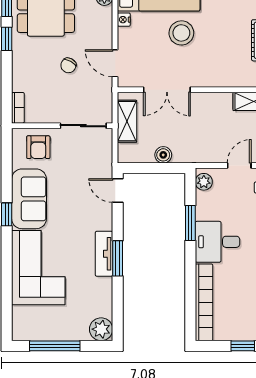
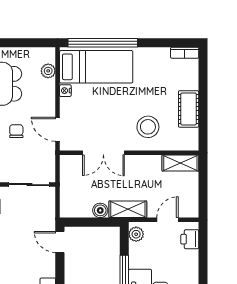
stool: (181, 33) -> (148, 127), moved
chair: (68, 65) -> (16, 131), turned 151
shelving: (127, 121) -> (128, 209), moved, turned 90

